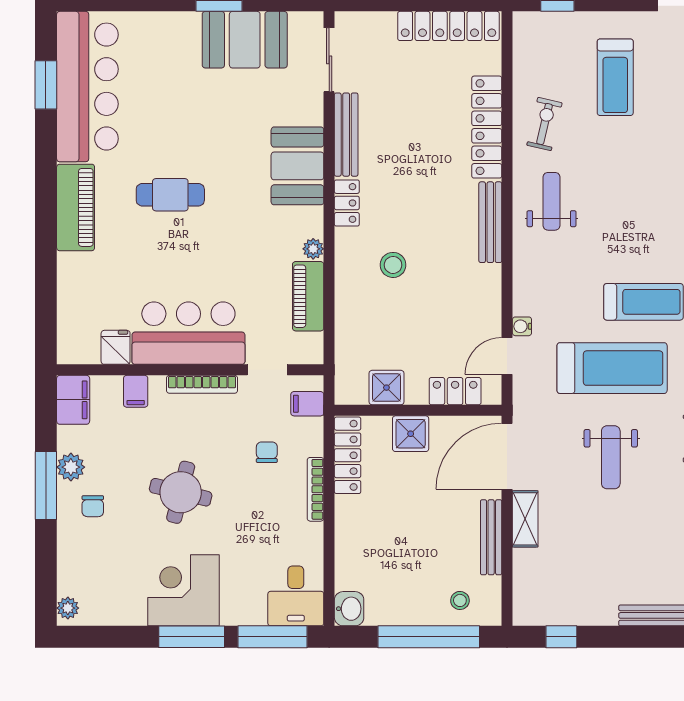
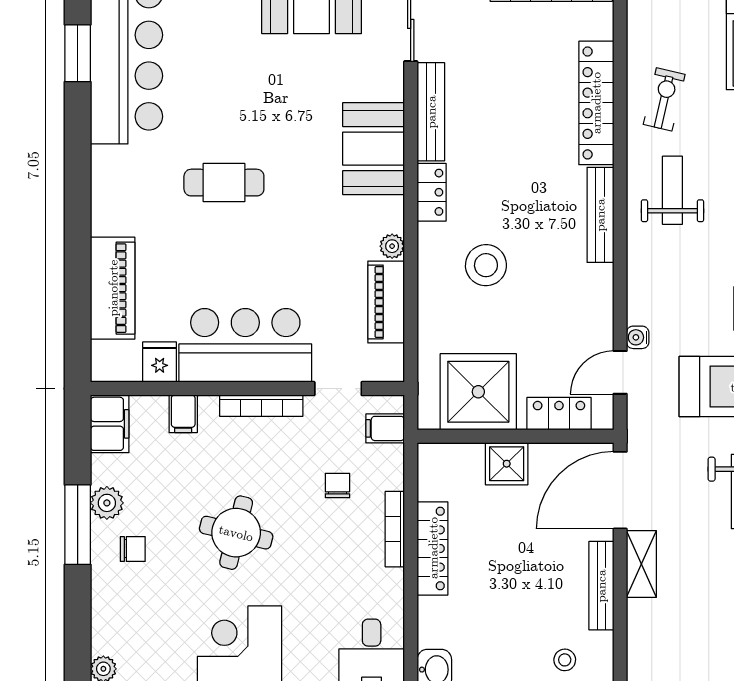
piano: (76, 207) -> (113, 288), moved
stool: (393, 265) -> (486, 265), width x1.38, depth x1.38
shower: (386, 388) -> (478, 392), width x1.86, depth x1.86
locker: (348, 455) -> (433, 548), moved
chair: (93, 506) -> (133, 549), turned -90

